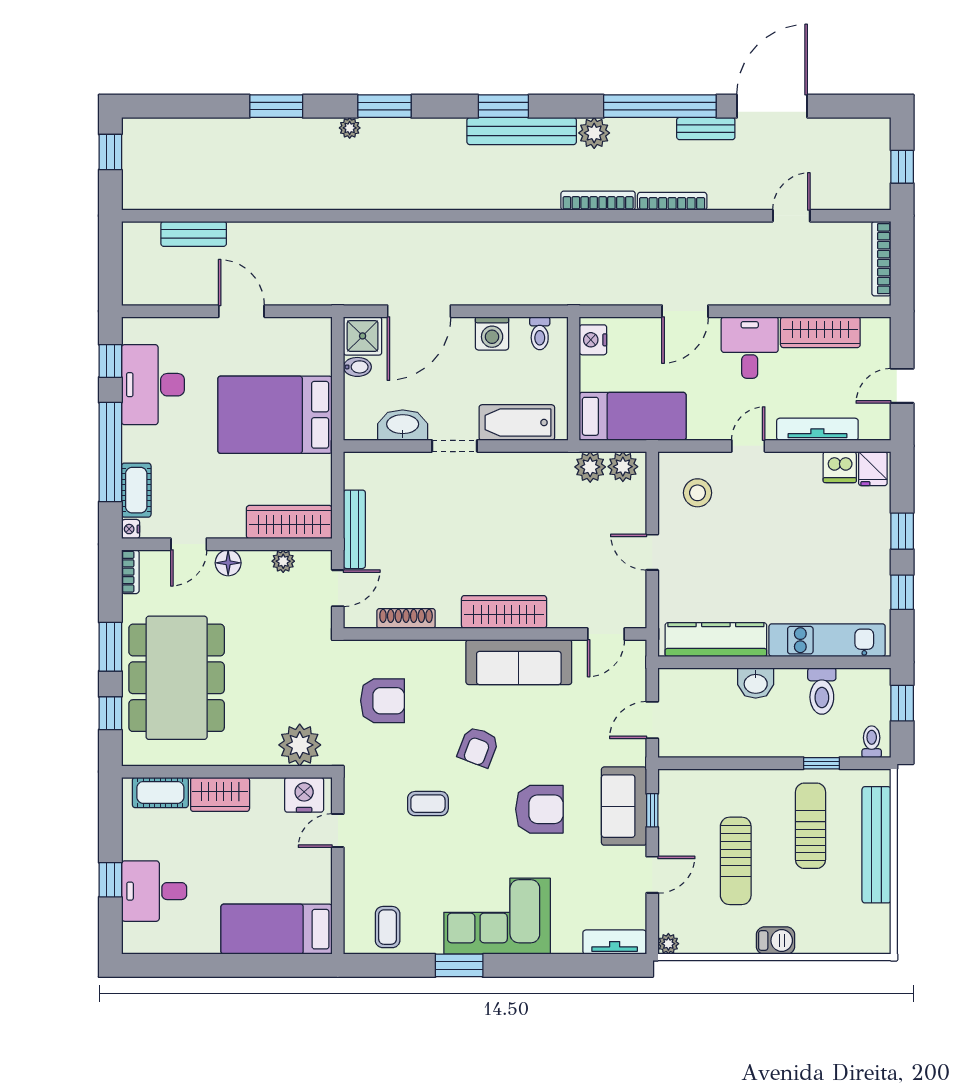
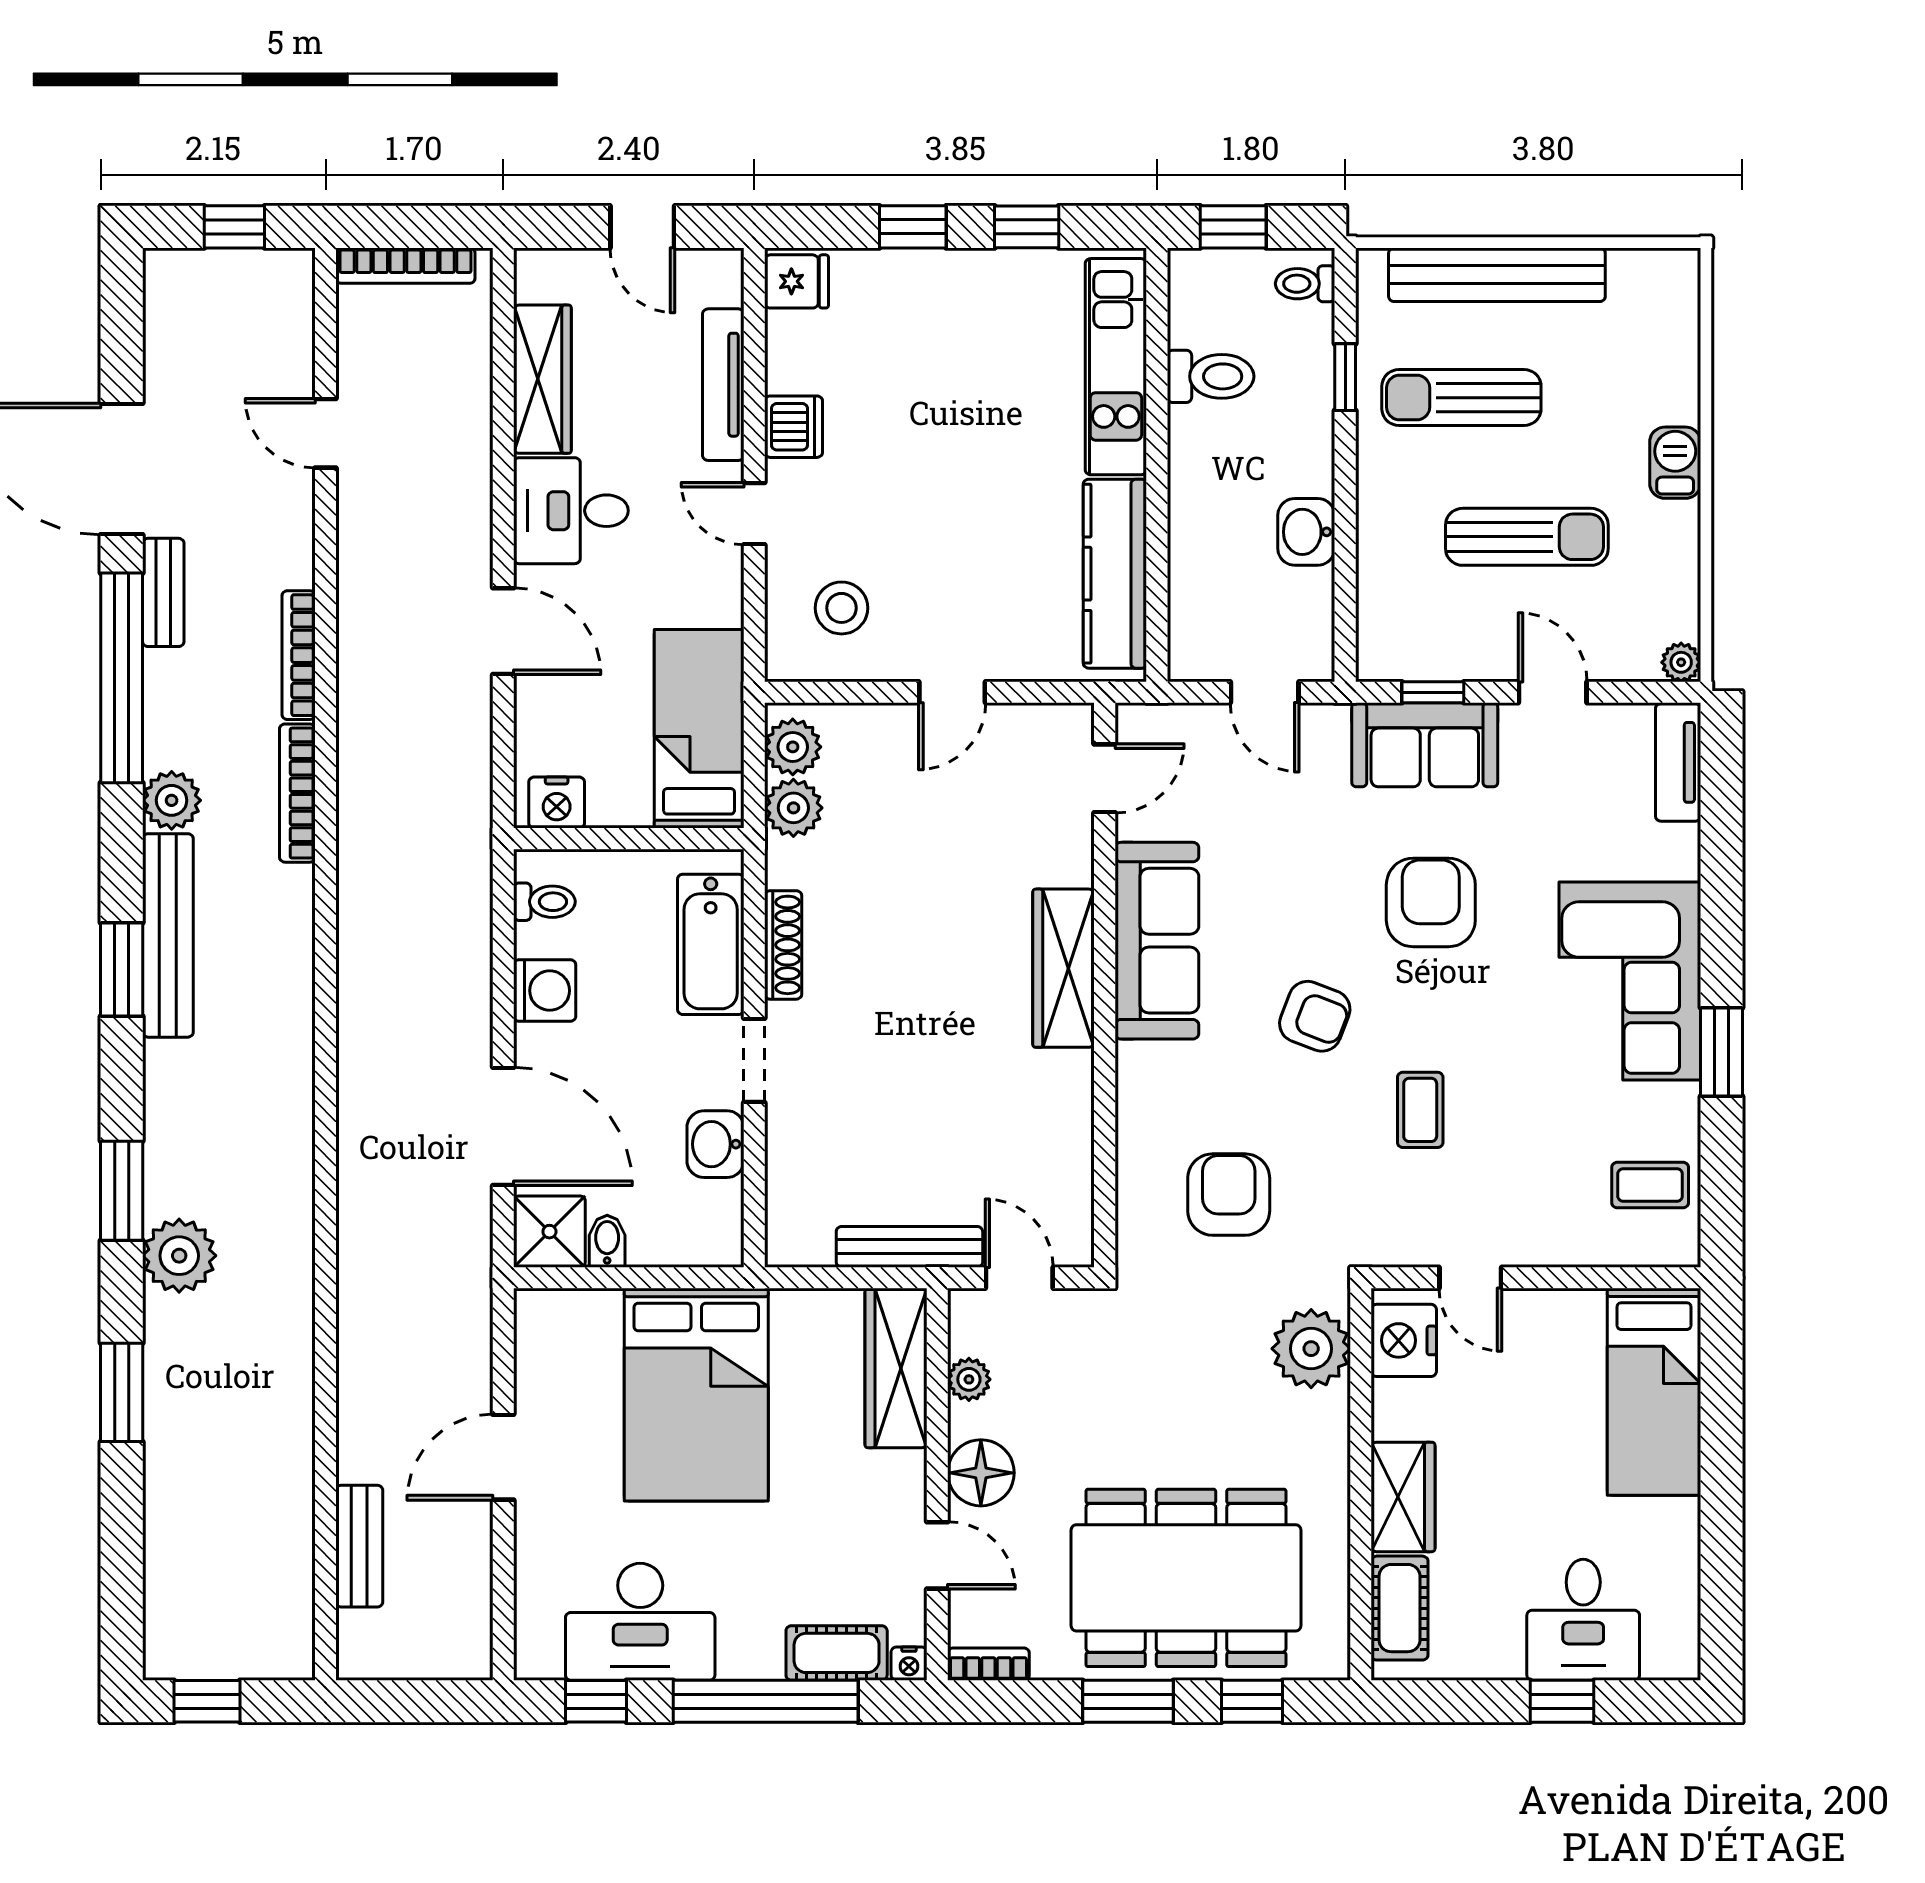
plant: (350, 128) -> (179, 1256), width x1.87, depth x1.87
washbasin: (403, 425) -> (715, 1144), width x0.72
dishwasher: (840, 467) -> (794, 427), moved
floor lamp: (228, 563) -> (981, 1473), width x1.38, depth x1.38
shoe rack: (406, 619) -> (783, 945), moved, turned 180
door: (606, 634) -> (1105, 778), hinge flipped
washbasin: (756, 683) -> (1306, 532), moved, turned 180

